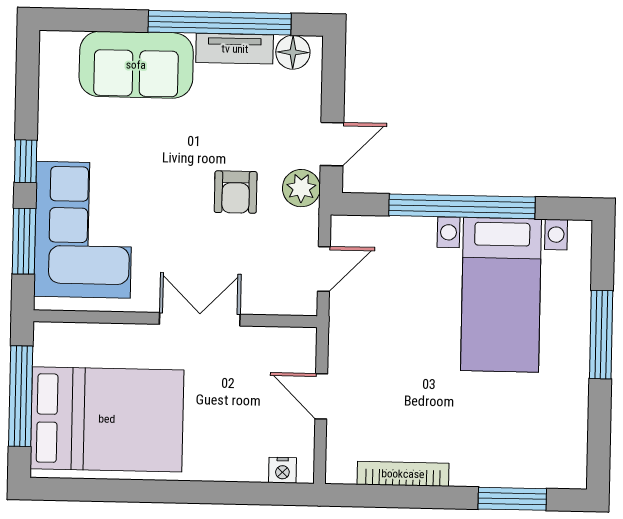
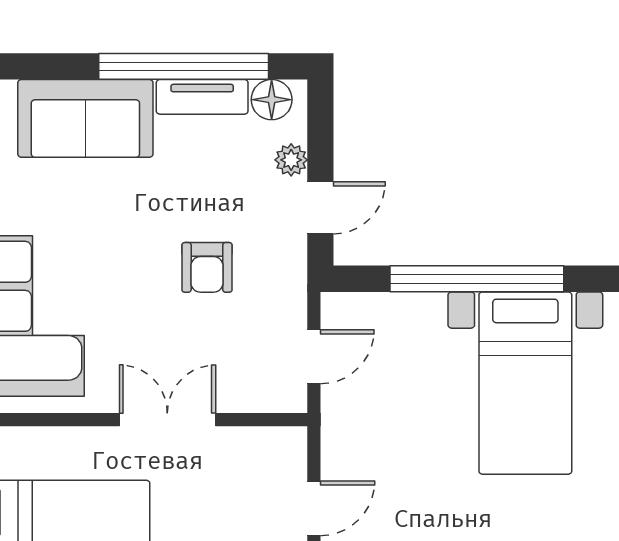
plant: (301, 188) -> (291, 160), moved, width x0.73, depth x0.73
door: (321, 396) -> (314, 508), swing flipped

